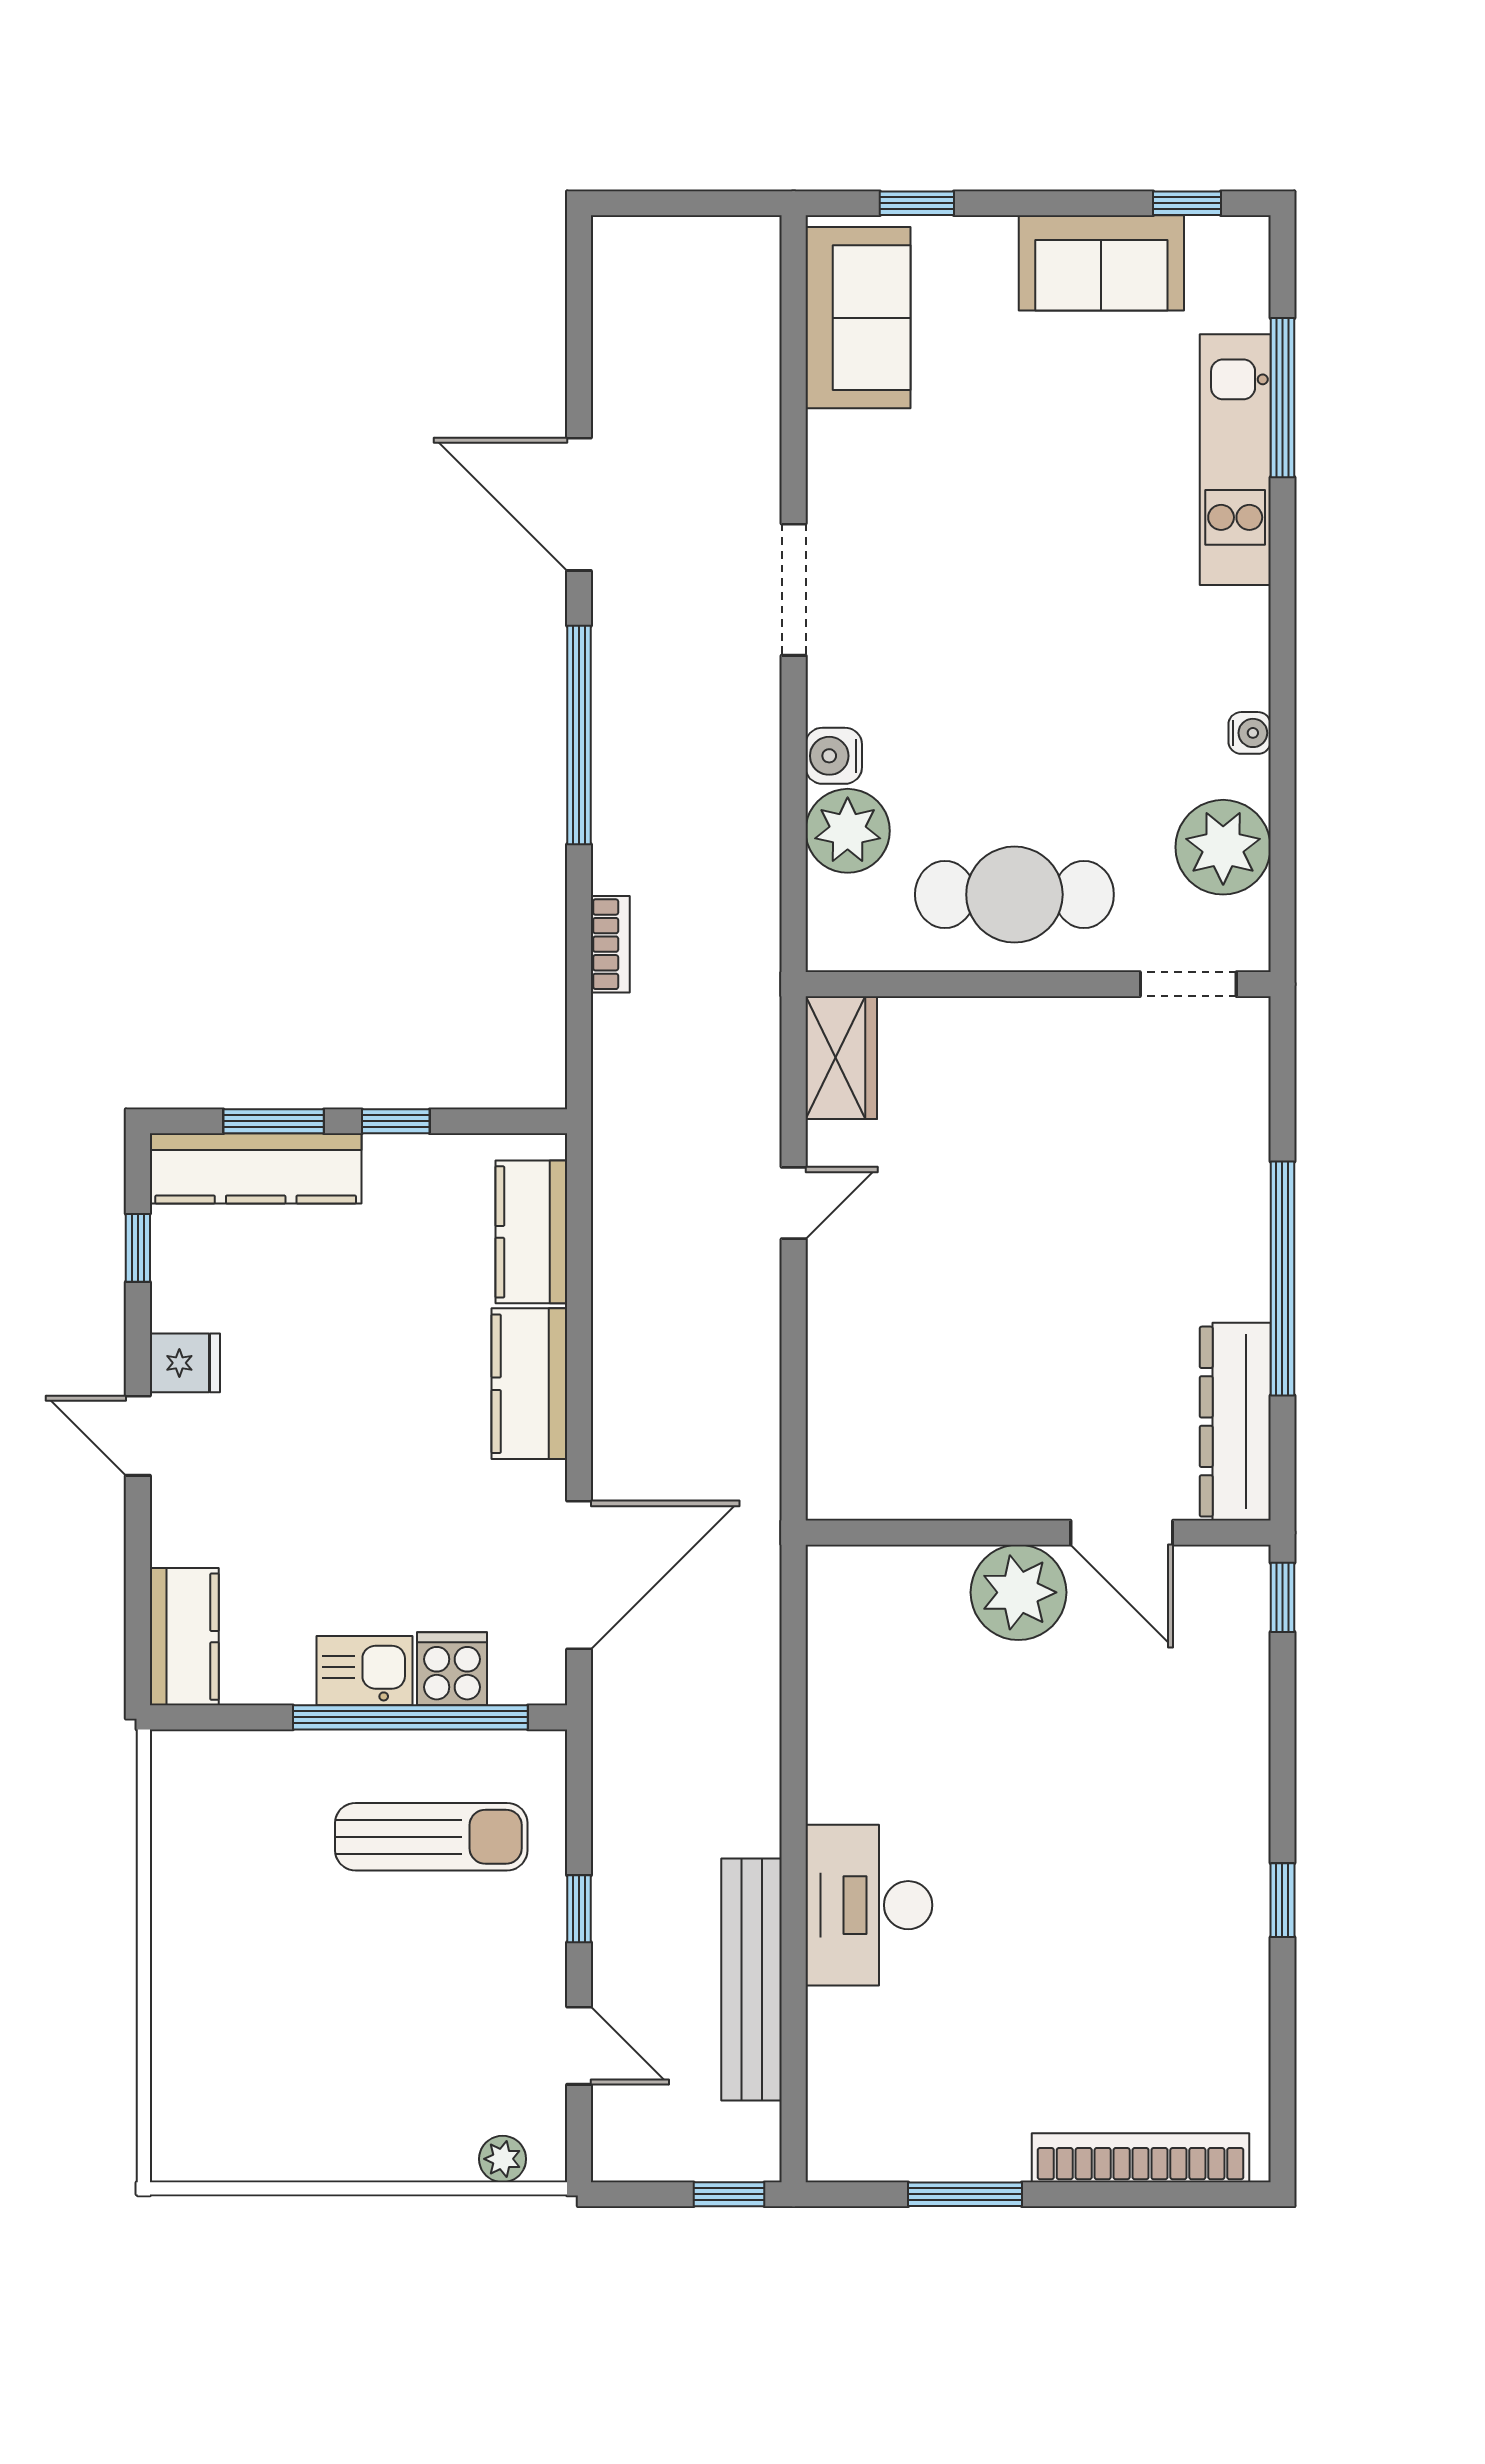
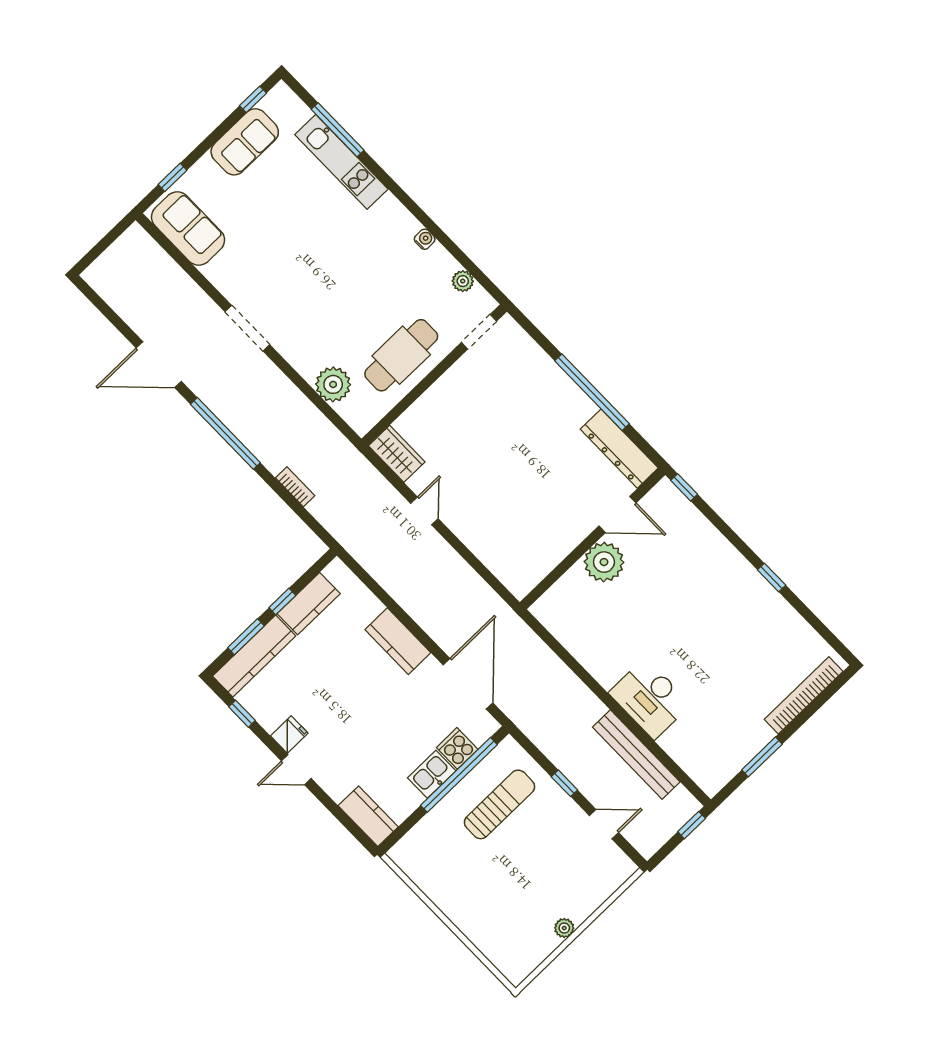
water cooler: (834, 756) -> (307, 366), removed
plant: (1223, 847) -> (463, 281), width x0.53, depth x0.53
kitchen counter: (531, 1232) -> (309, 604), moved, turned -90
plant: (503, 2159) -> (564, 928), moved

